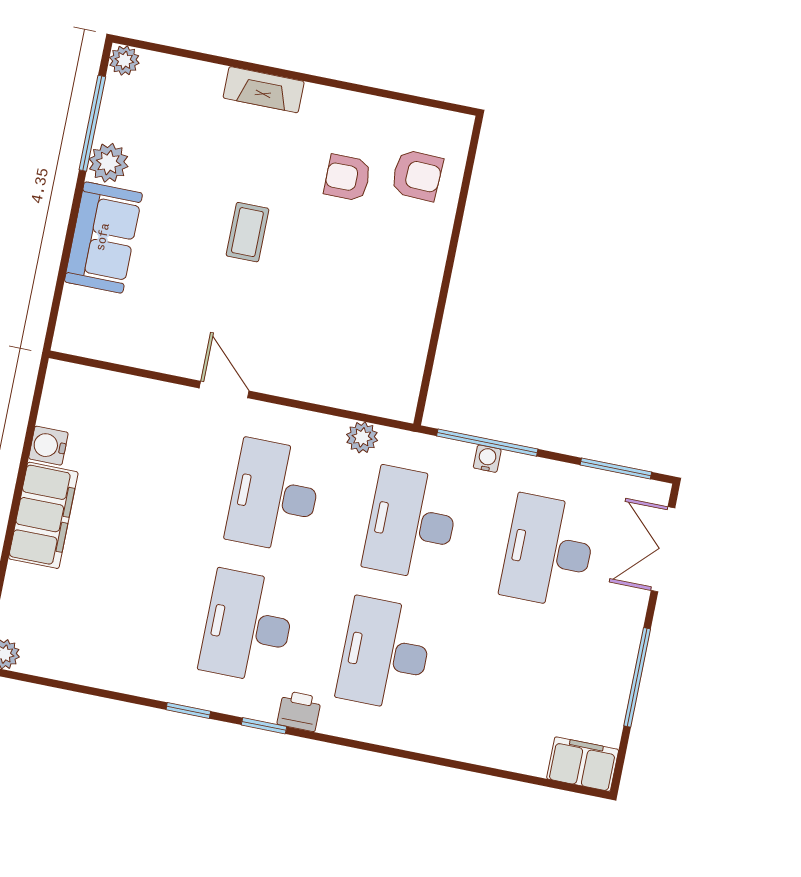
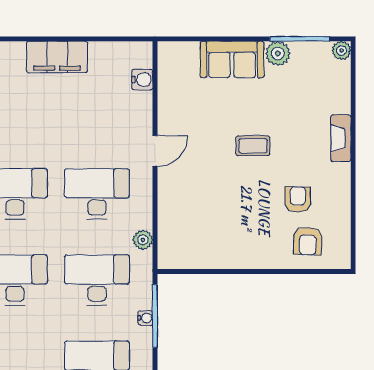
water cooler: (48, 446) -> (142, 80), moved, turned 90

